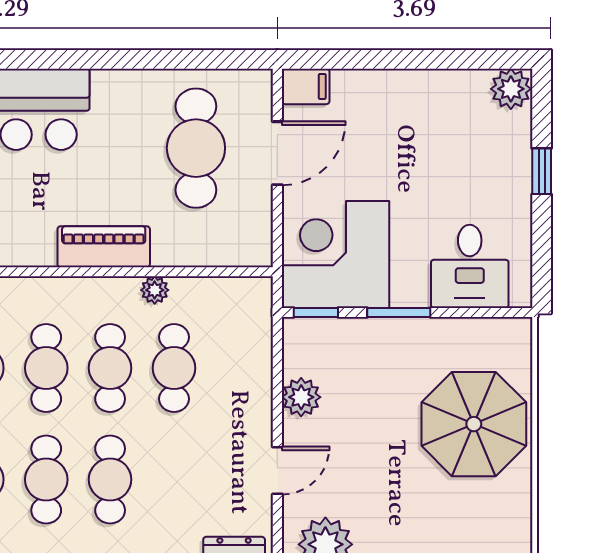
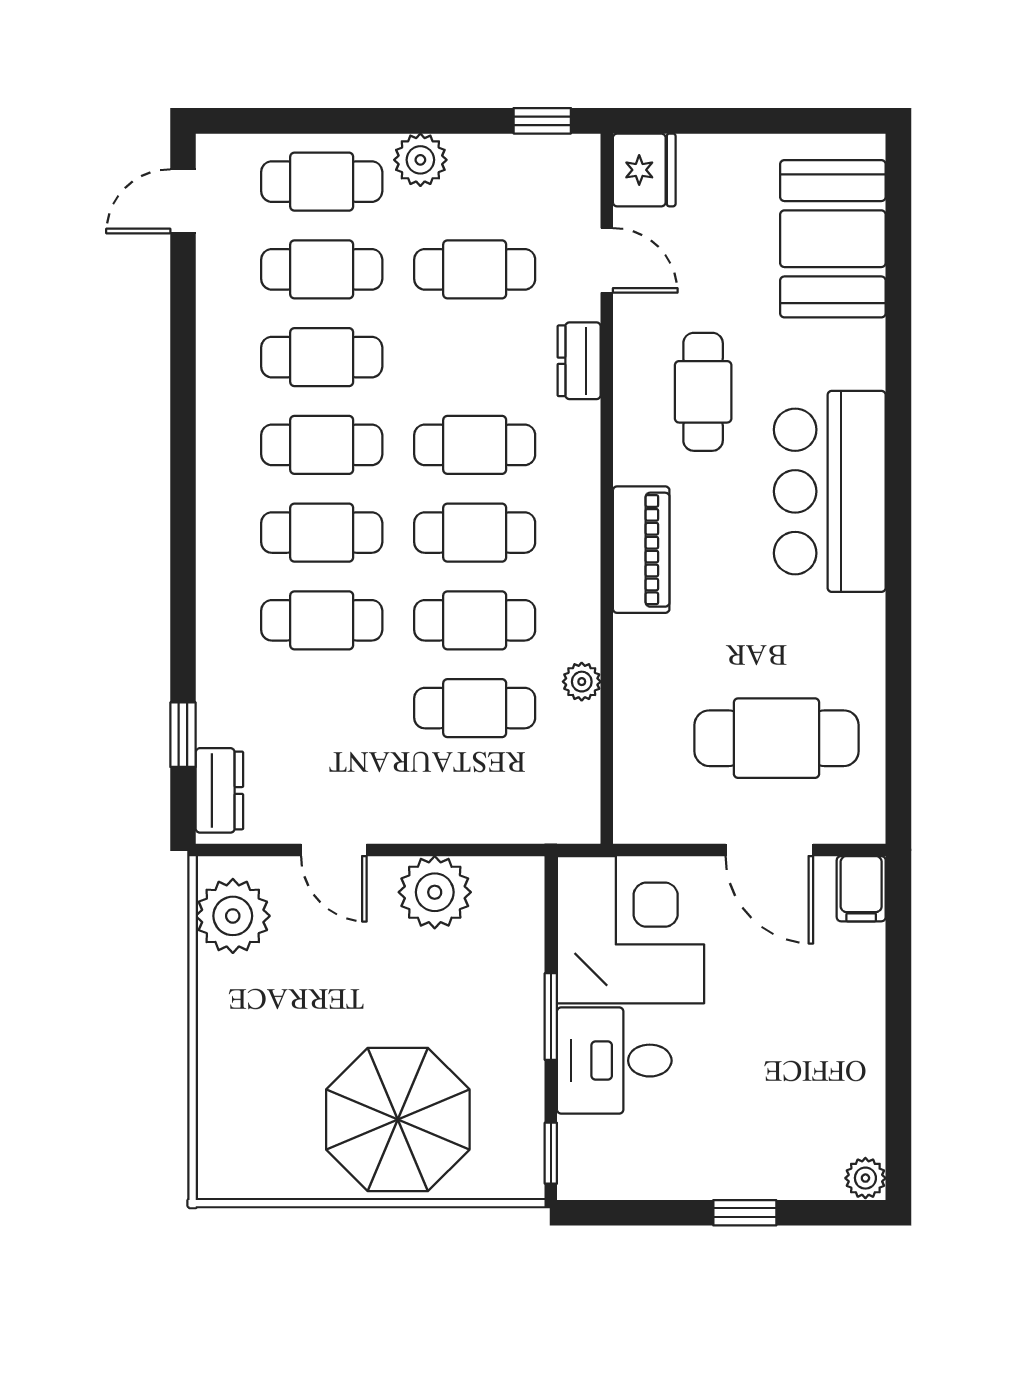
plant: (511, 89) -> (865, 1178), width x0.73, depth x0.73
piano: (104, 247) -> (641, 550), moved
desk: (470, 266) -> (614, 1061), moved
window: (316, 313) -> (551, 1153), moved
plant: (301, 397) -> (435, 892), width x1.36, depth x1.36

